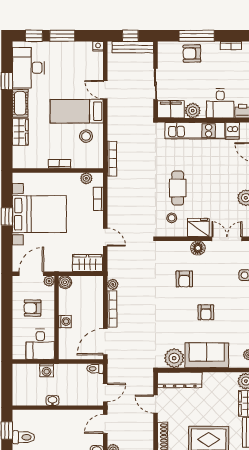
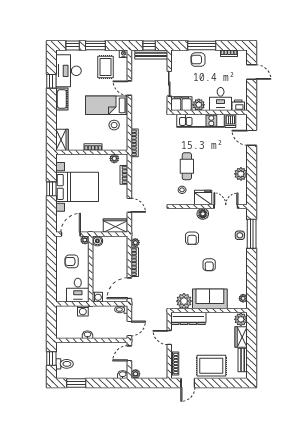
rug: (75, 63) -> (106, 67), added
wardrobe: (20, 132) -> (62, 140), moved
washing machine: (65, 322) -> (97, 297), moved

